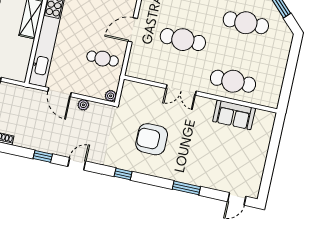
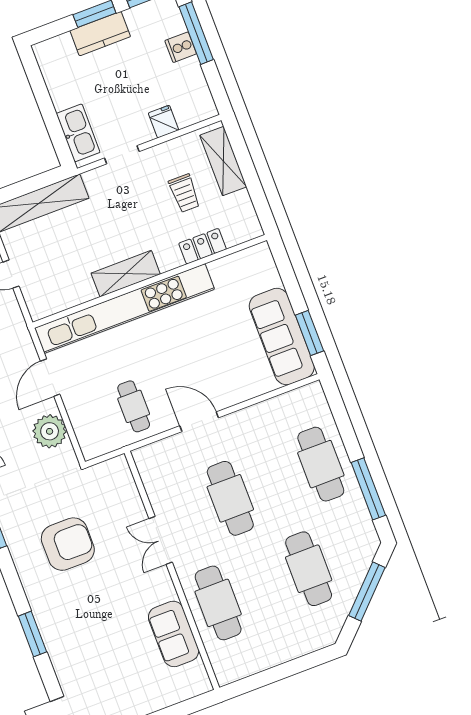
plant: (111, 96) -> (90, 450), removed
plant: (83, 105) -> (50, 431), width x1.88, depth x1.88
armchair: (152, 139) -> (68, 544), turned 90

